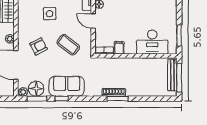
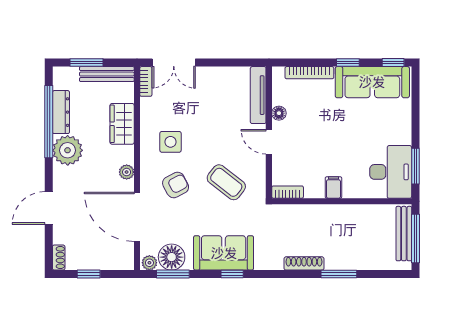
side table: (50, 14) -> (171, 142), moved
desk: (152, 42) -> (391, 172), moved, turned -90
filing cabinet: (119, 48) -> (333, 187), moved
window: (62, 99) -> (232, 274), moved
window: (118, 99) -> (339, 274), moved

